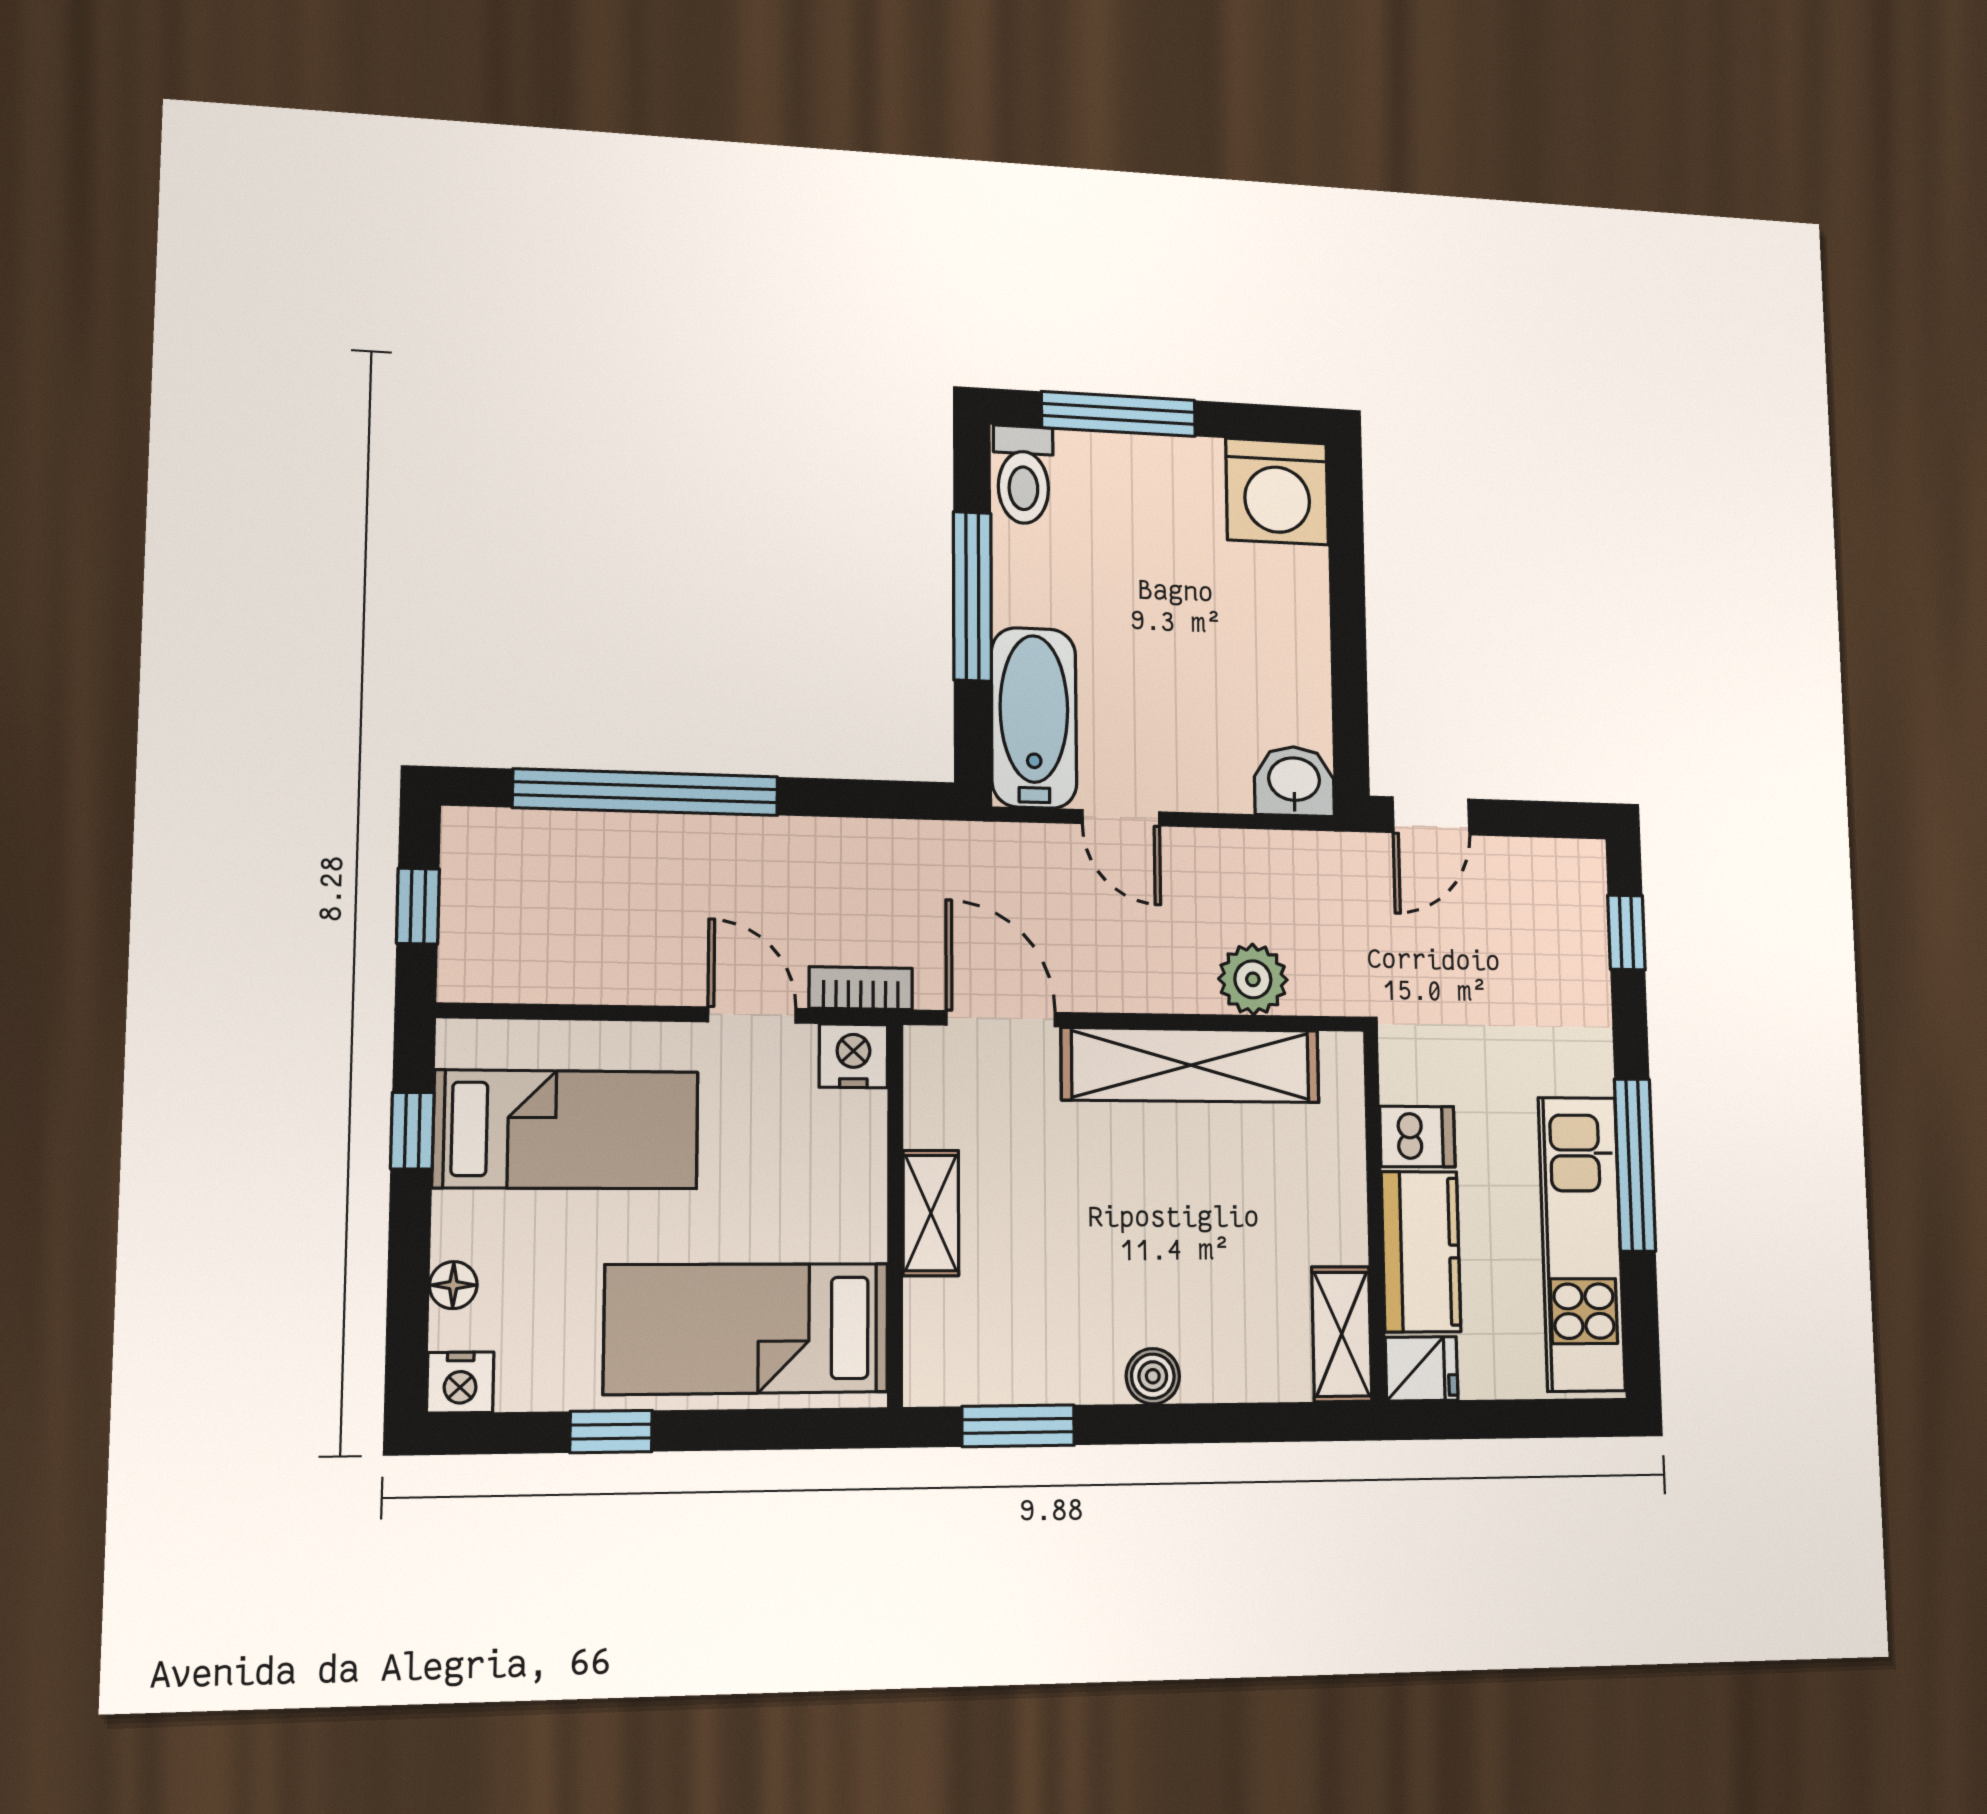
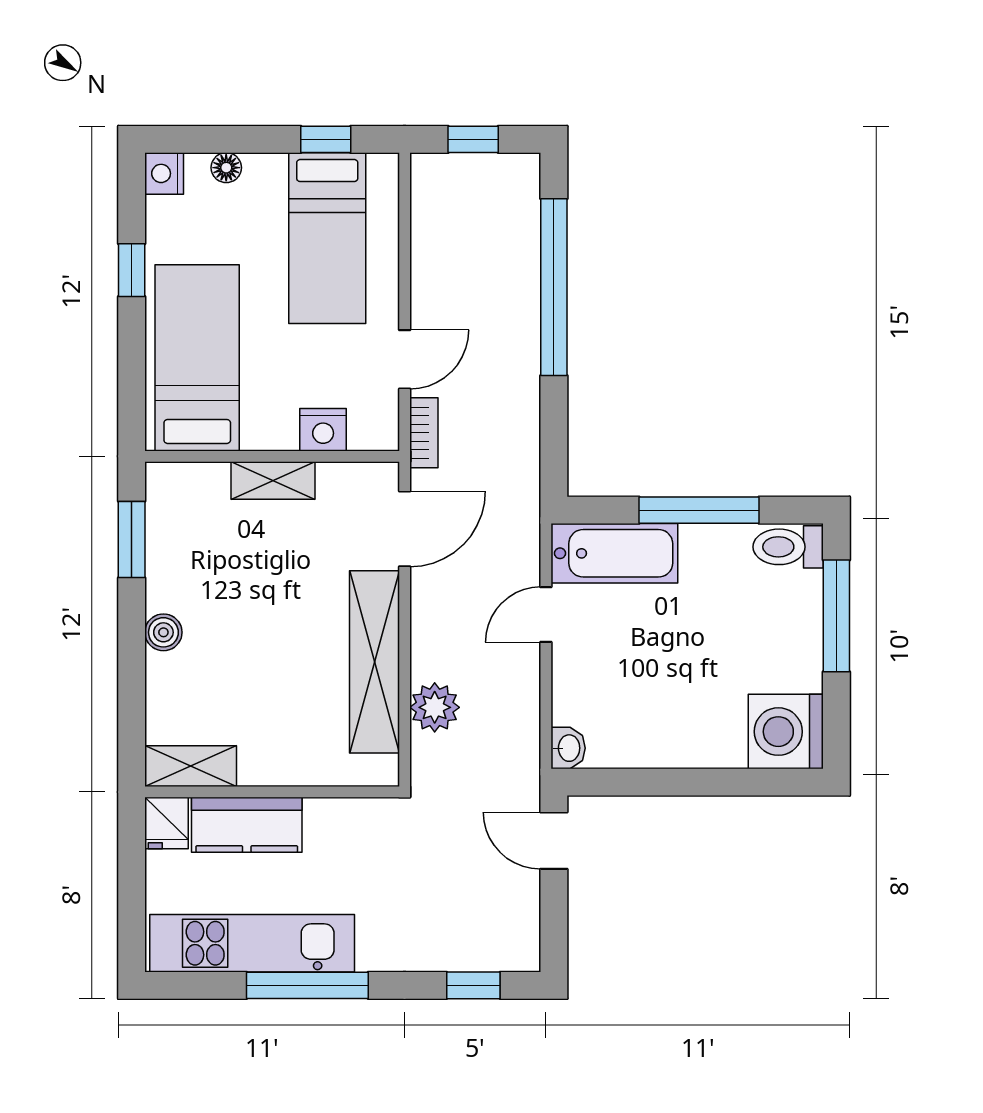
washbasin: (1294, 781) -> (568, 748), width x0.72, depth x0.69
nightstand: (853, 1056) -> (323, 430), moved, turned 90
dishwasher: (1417, 1137) -> (326, 824), removed

